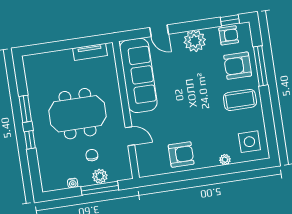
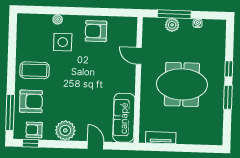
window: (261, 66) -> (10, 112), moved
sofa: (138, 75) -> (124, 118), width x0.74, depth x0.79
side table: (249, 142) -> (63, 42), moved
chair: (92, 155) -> (176, 45), removed

